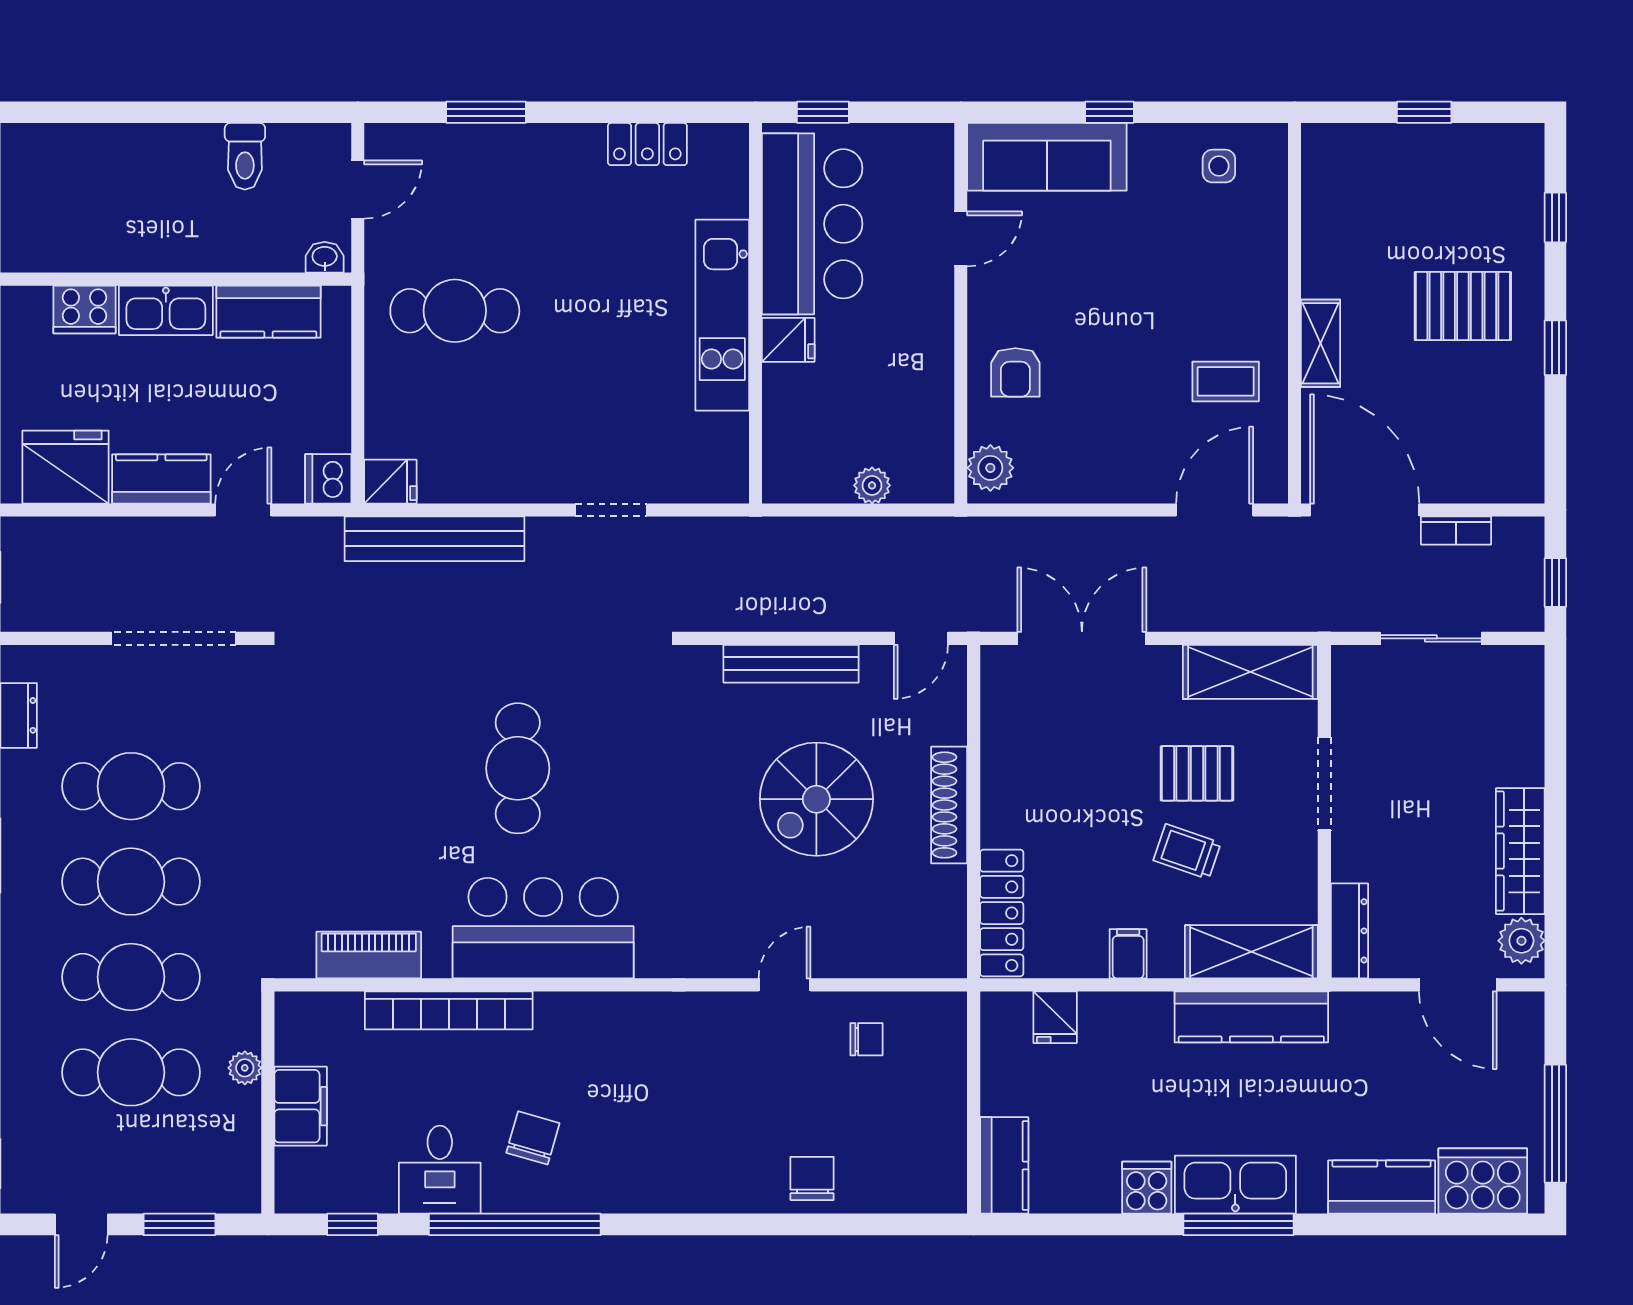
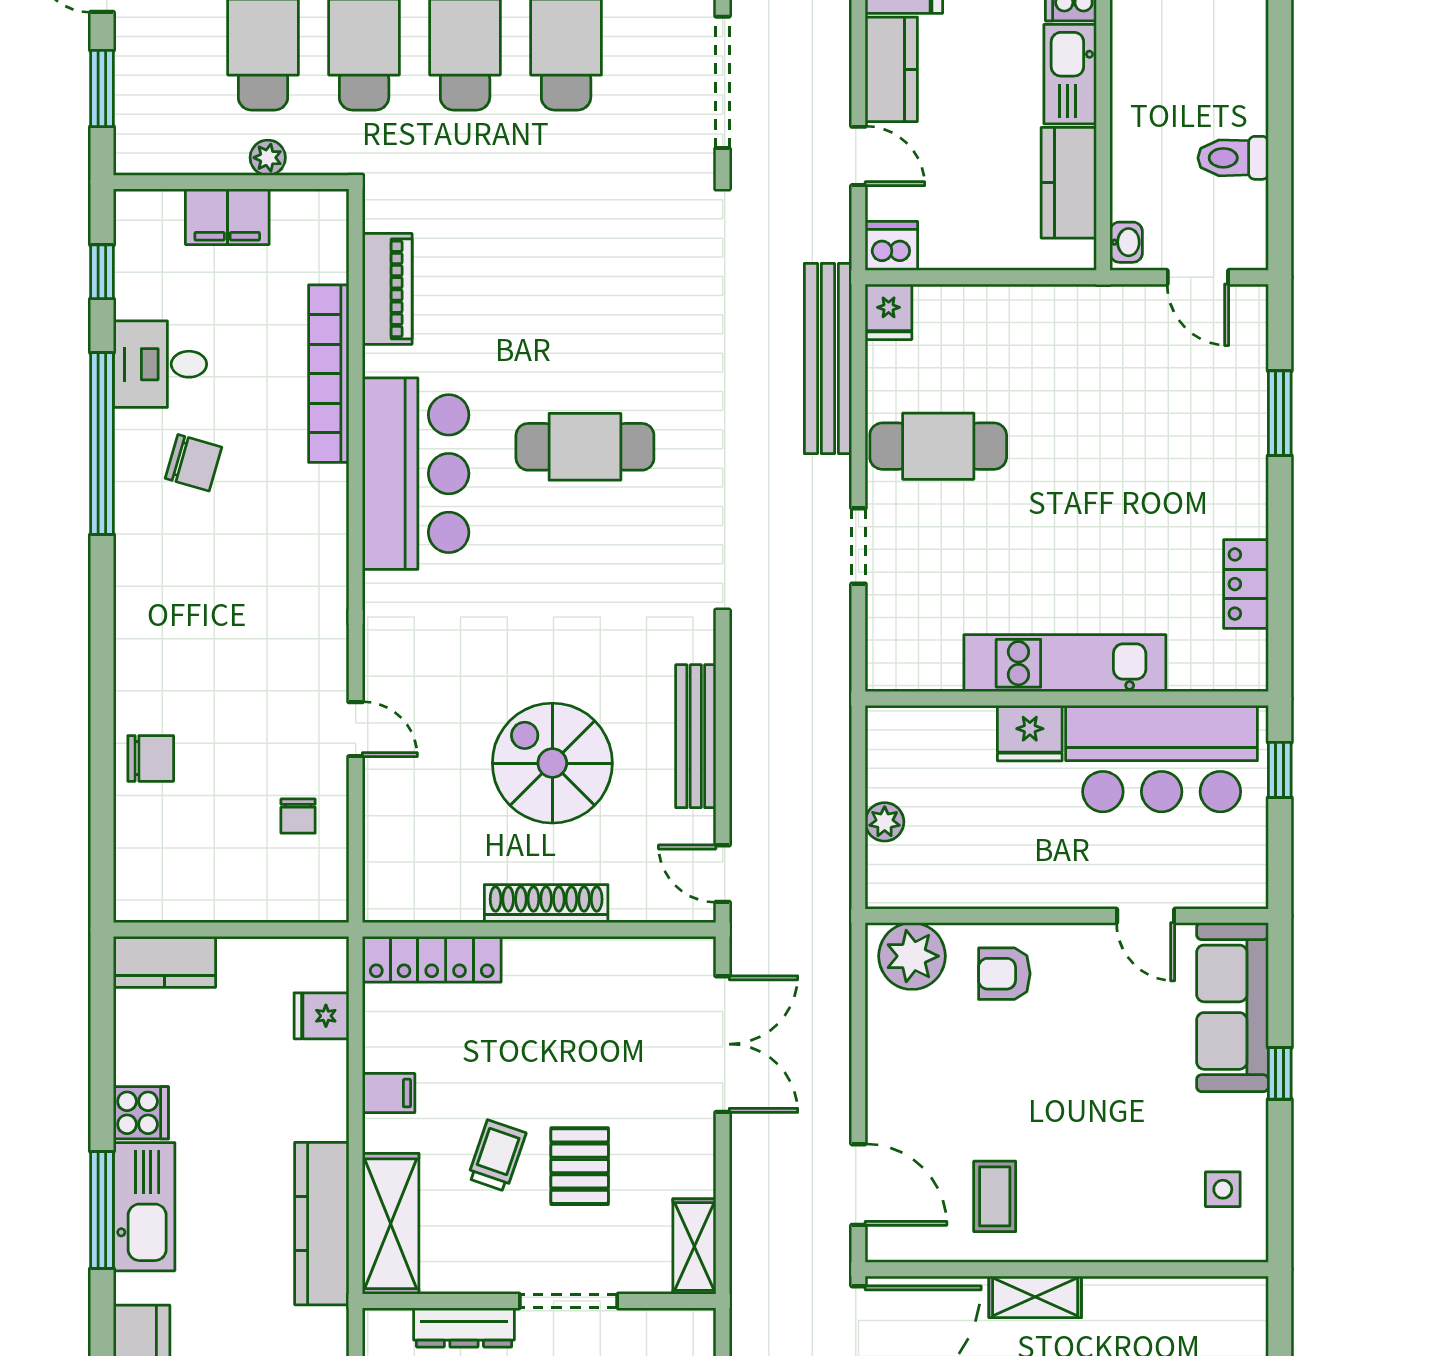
cafe table: (455, 311) -> (938, 446), moved, turned 90
fridge: (788, 340) -> (1030, 733), width x1.38
plant: (990, 468) -> (912, 956), width x1.36, depth x1.36
shelving: (1250, 672) -> (694, 1246), width x0.67, depth x0.75
dresser: (1349, 931) -> (464, 1327), moved

